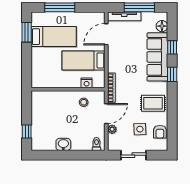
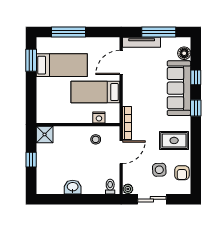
shower: (39, 98) -> (45, 134), added
plant: (112, 129) -> (128, 189), moved
window: (27, 131) -> (31, 160), moved

